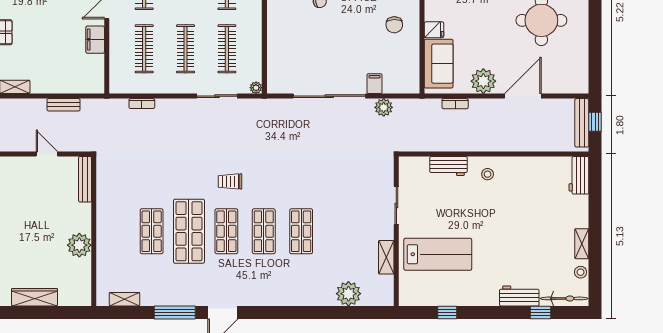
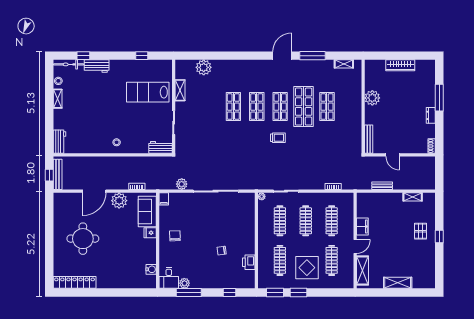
filing cabinet: (374, 84) -> (164, 199), moved
workbench: (448, 166) -> (161, 147), moved

